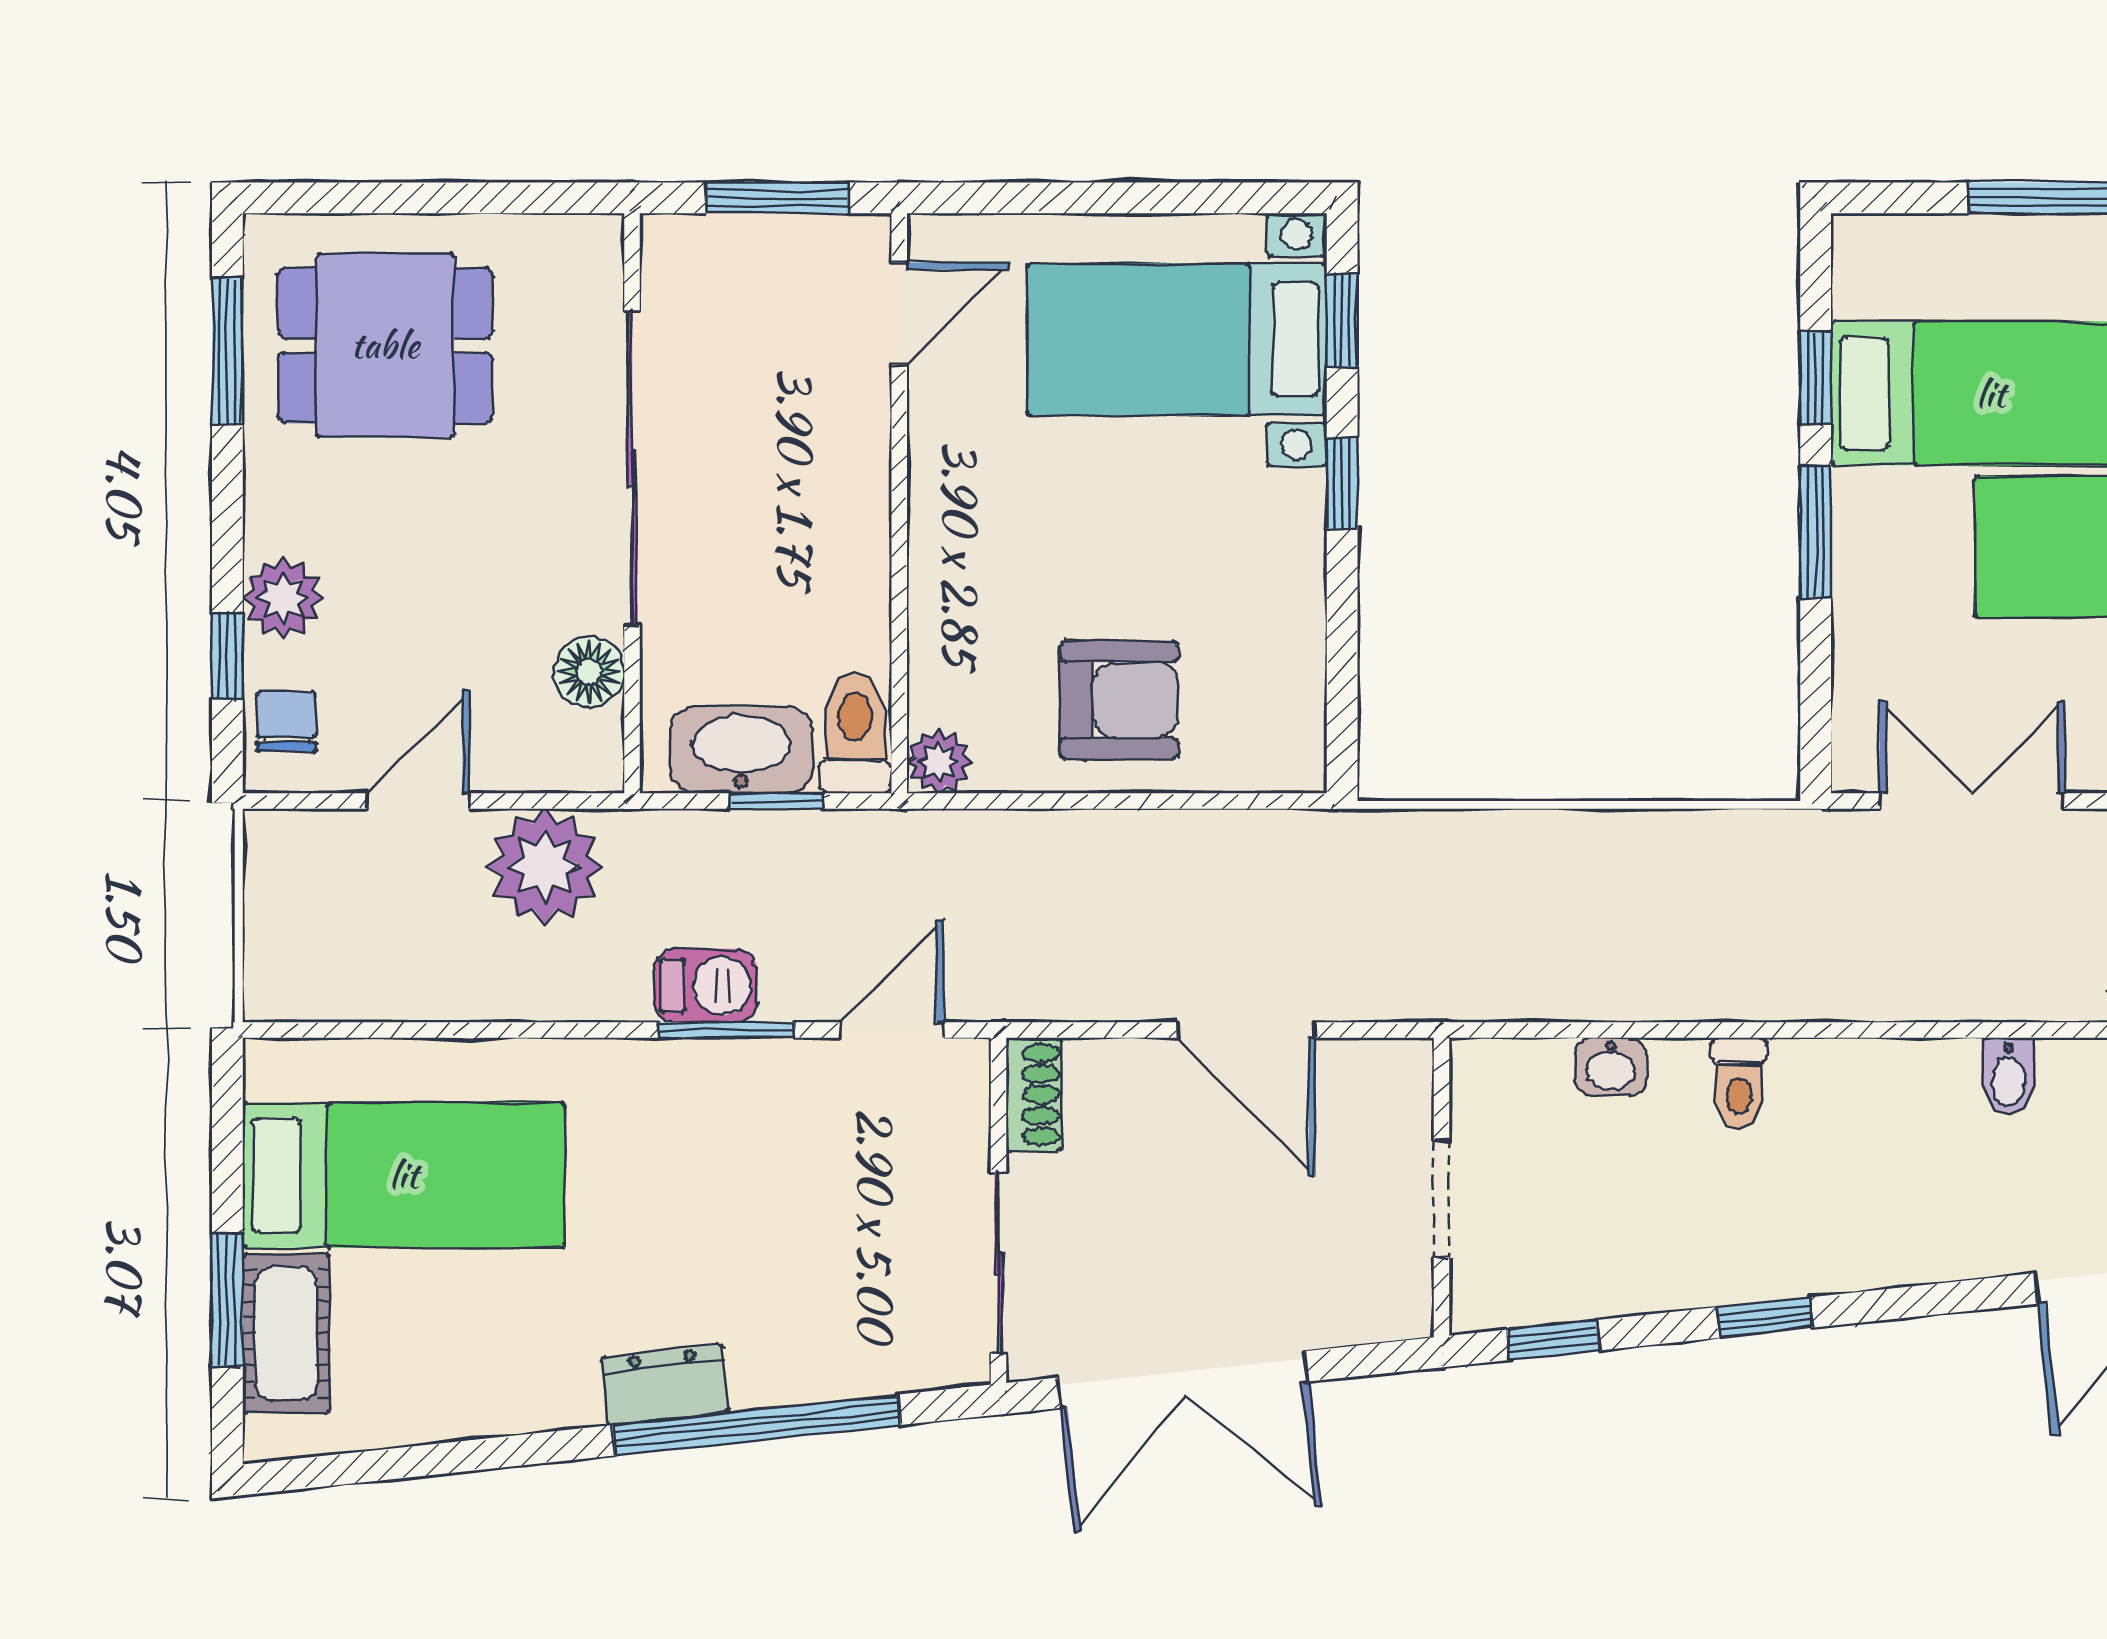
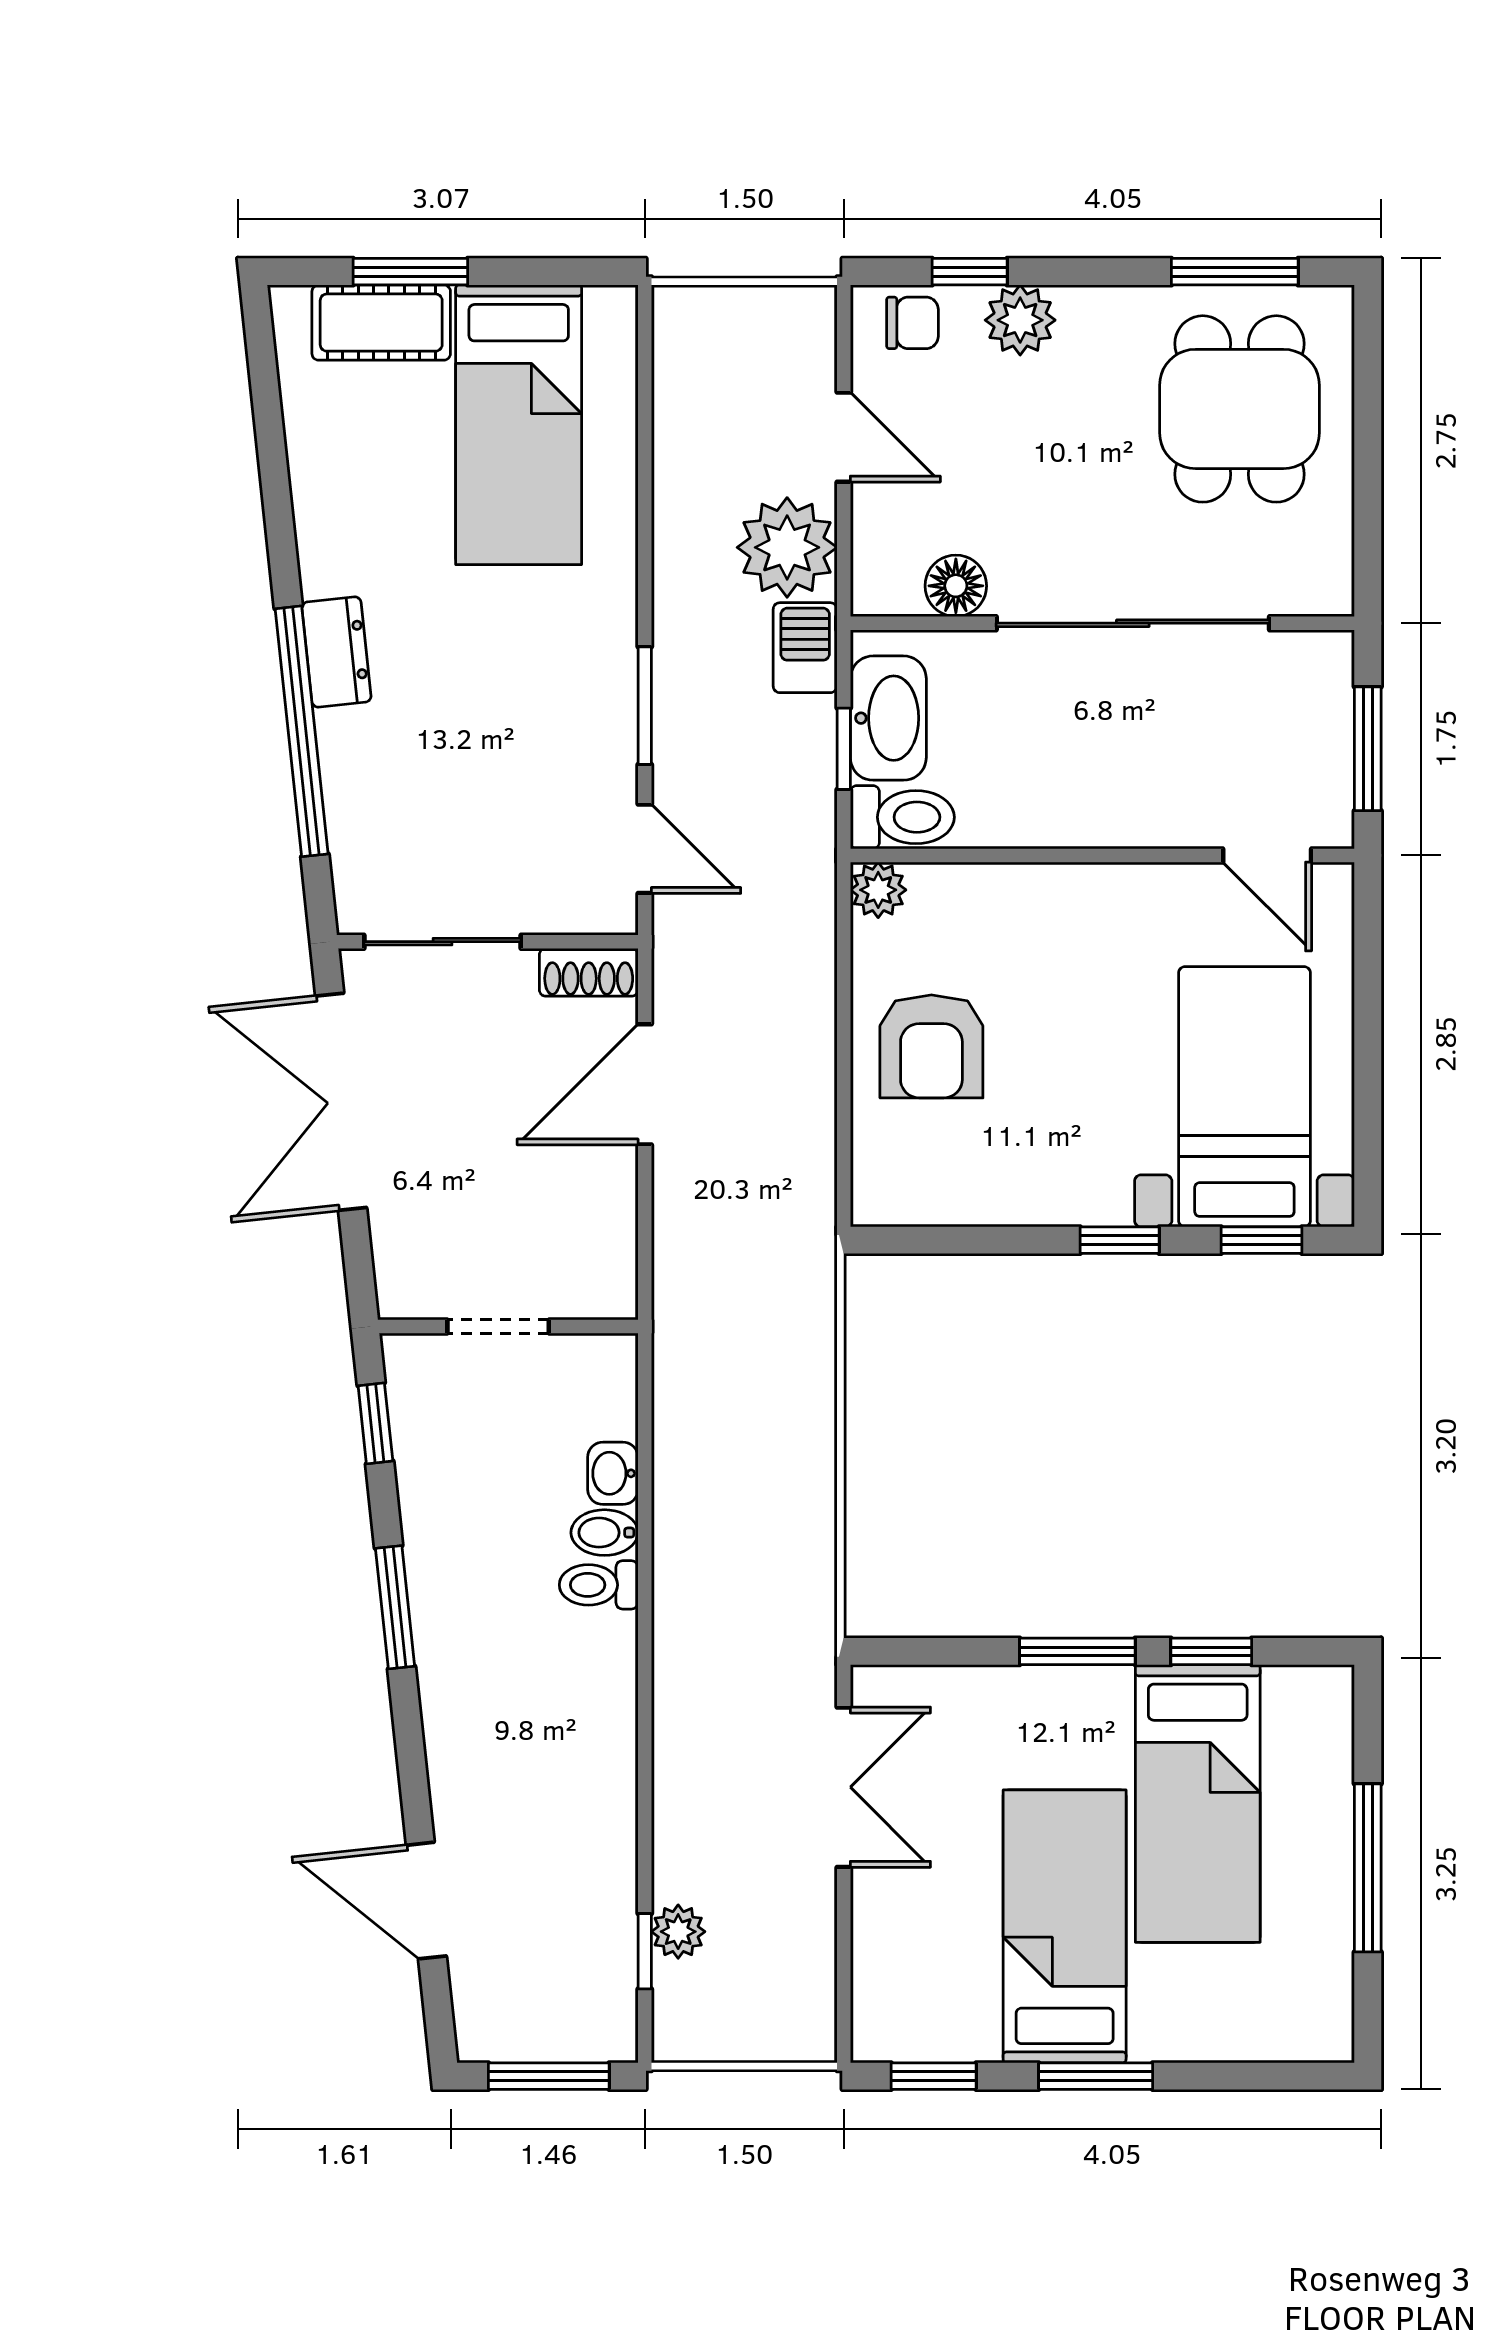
barbecue: (706, 986) -> (805, 648), moved, turned 180
door: (1246, 1030) -> (645, 1084), moved
bidet: (2008, 1076) -> (604, 1533), moved
window: (1765, 1317) -> (395, 1607), width x1.50

